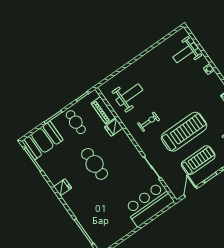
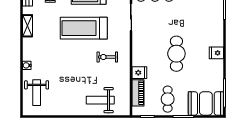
weight bench: (185, 53) -> (37, 93), turned 90
weight bench: (129, 95) -> (100, 100), moved

